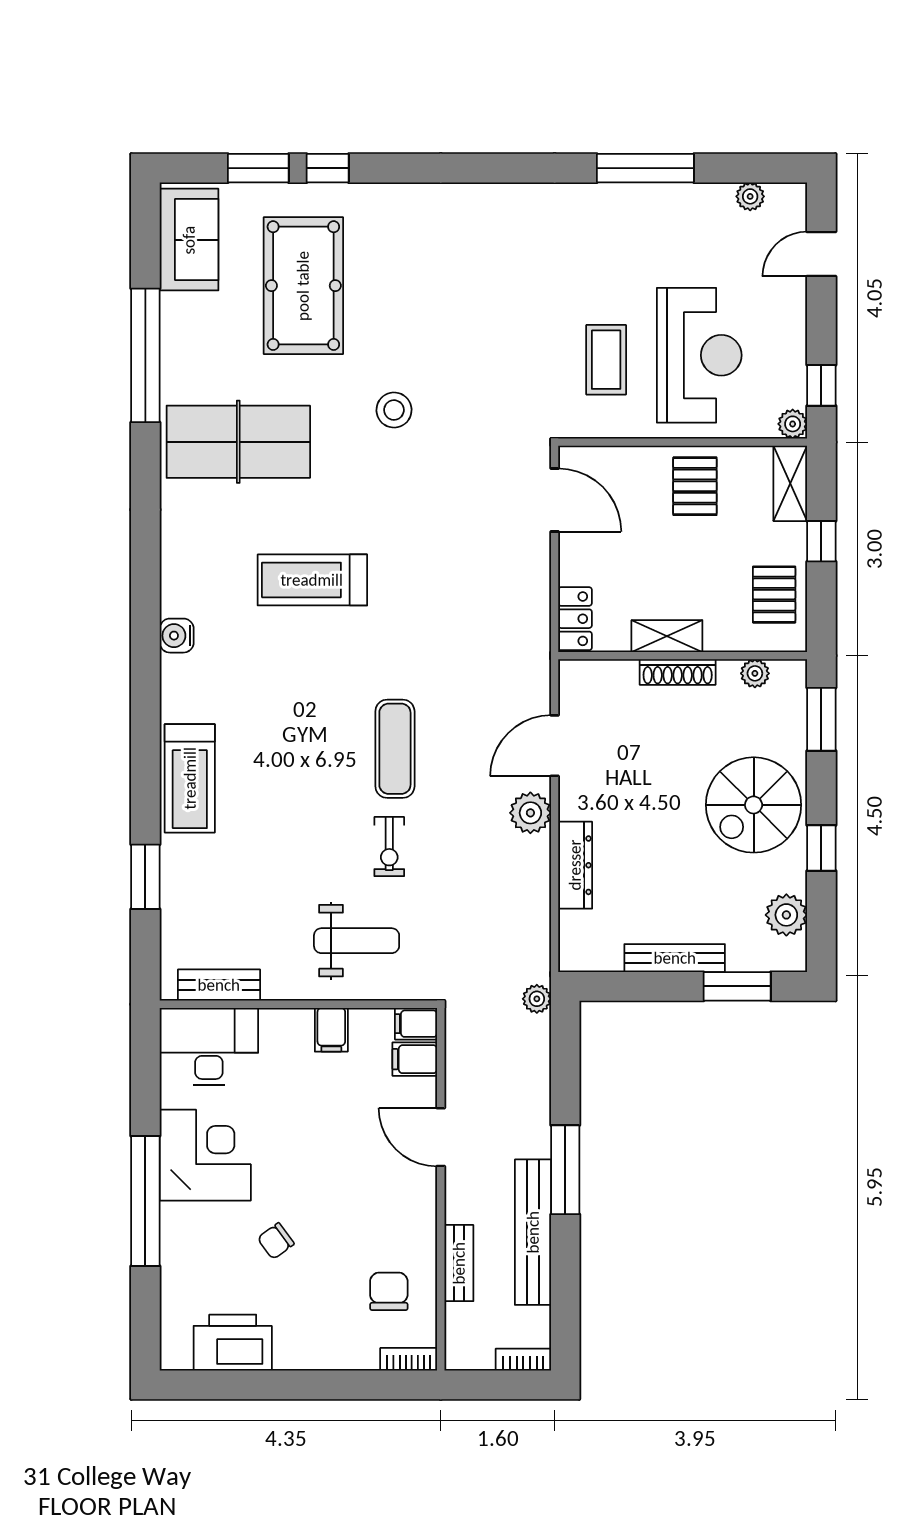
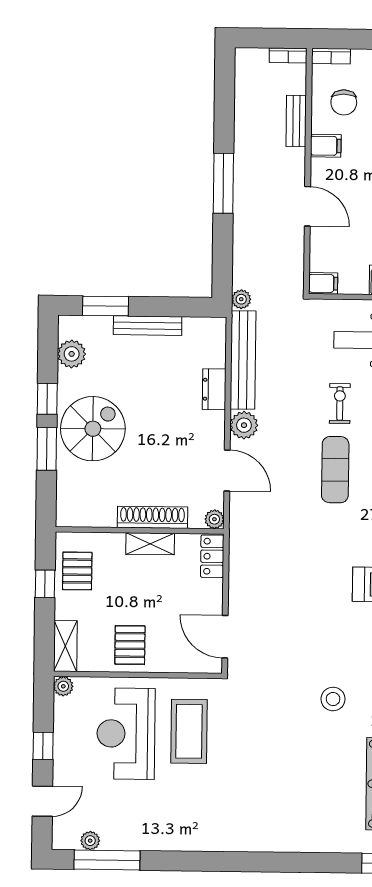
window: (645, 168) -> (107, 860), moved
coffee table: (606, 360) -> (189, 731), width x1.36, depth x1.32
window: (821, 385) -> (43, 746), moved
window: (821, 541) -> (45, 584), moved
shoe rack: (678, 672) -> (152, 517), width x1.36, depth x1.24
plant: (755, 673) -> (214, 519), moved
window: (821, 719) -> (47, 449), moved
door: (555, 746) -> (227, 470), hinge flipped
dresser: (575, 865) -> (214, 389), width x0.70
filing cabinet: (415, 1059) -> (326, 146), moved
bench: (533, 1232) -> (243, 360), moved
bookcase: (523, 1360) -> (288, 55), moved

